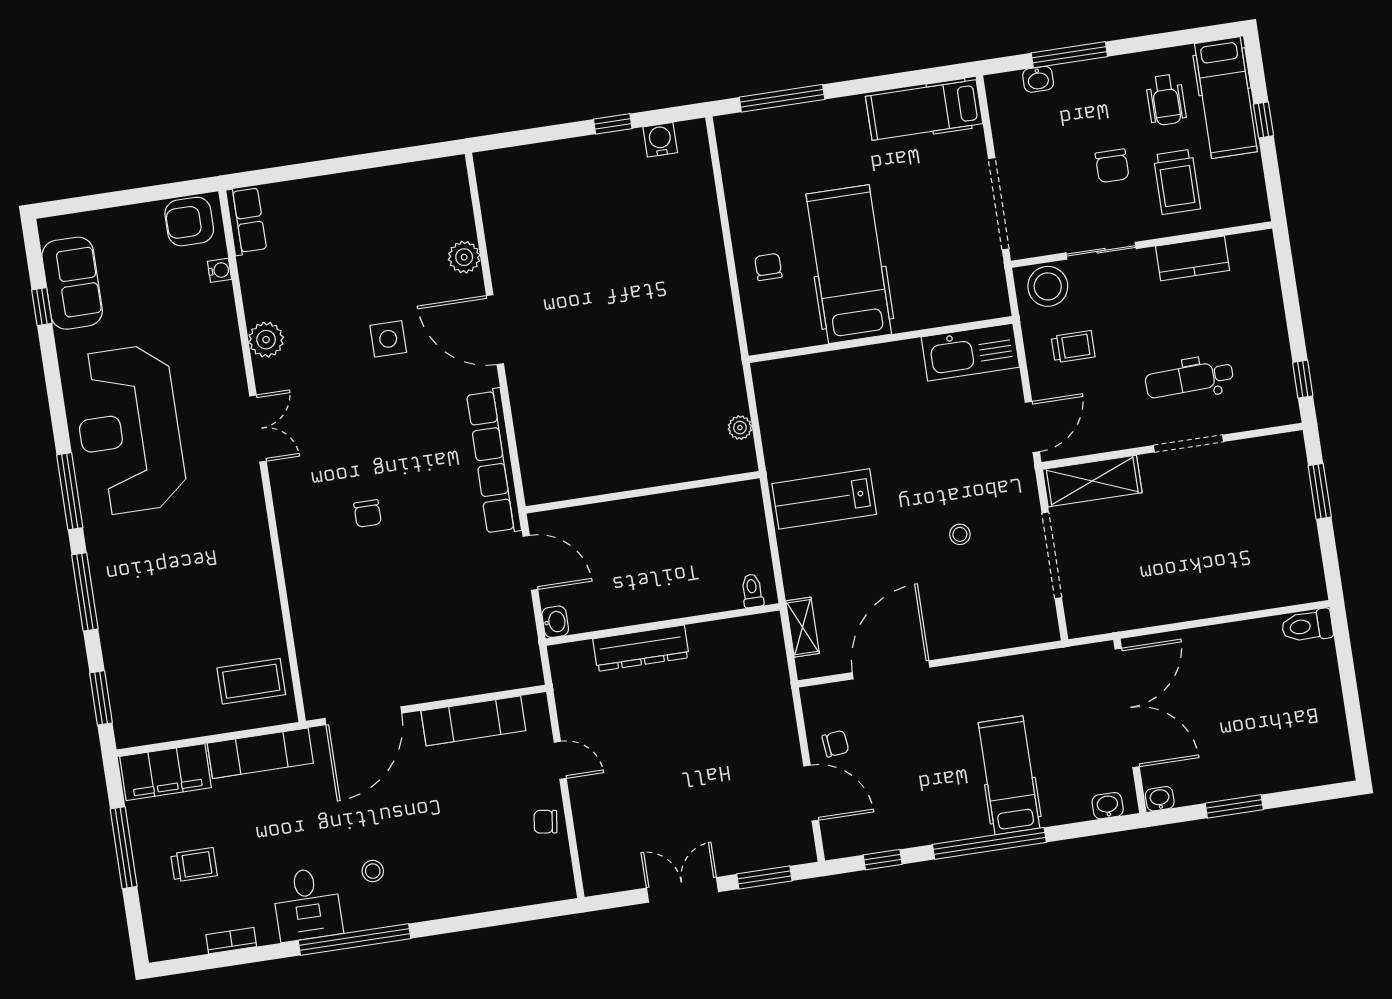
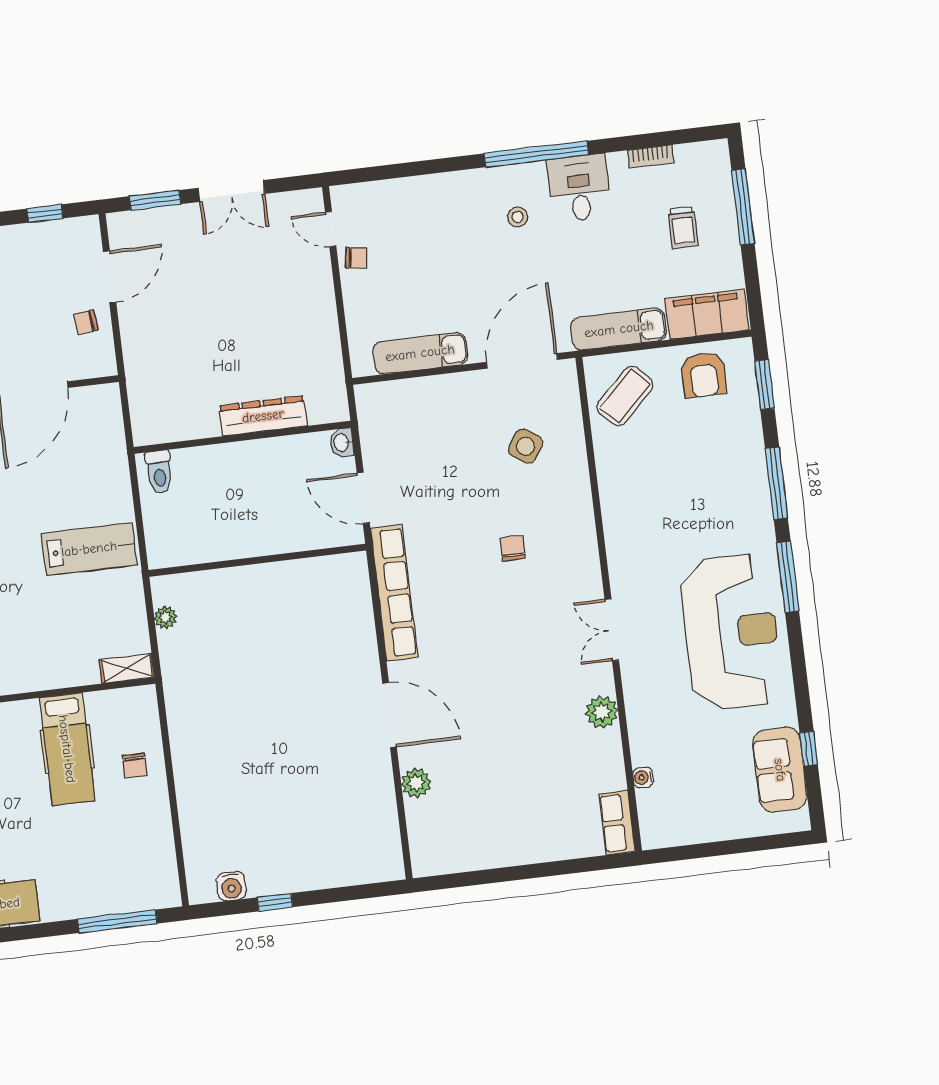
armchair: (189, 222) -> (704, 375), moved, turned 90
hospital bed: (849, 264) -> (67, 749), width x0.73, depth x0.78
side table: (388, 339) -> (526, 446), moved, turned 33
toilet: (752, 591) -> (159, 472), width x1.37, depth x1.39
shelving: (803, 627) -> (127, 668), moved, turned 90
coffee table: (251, 681) -> (625, 396), turned -44
door: (560, 760) -> (331, 229), moved
door: (811, 793) -> (110, 277), swing flipped
window: (124, 848) -> (743, 207), moved
trolley: (194, 865) -> (683, 228), turned -90

